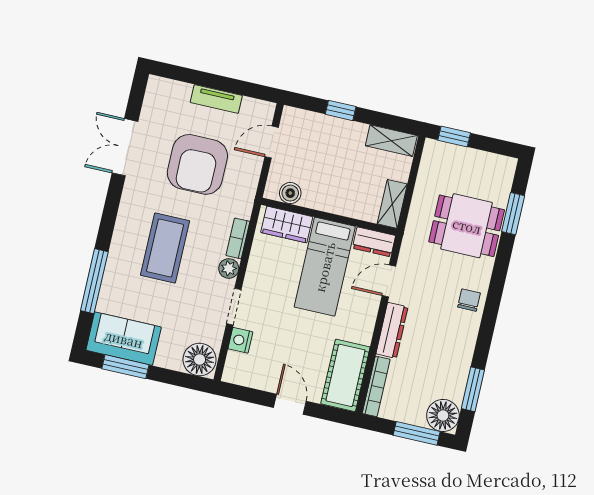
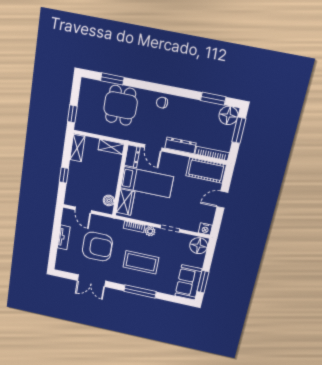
window: (94, 281) -> (140, 291), moved
nightstand: (240, 340) -> (205, 229), moved

